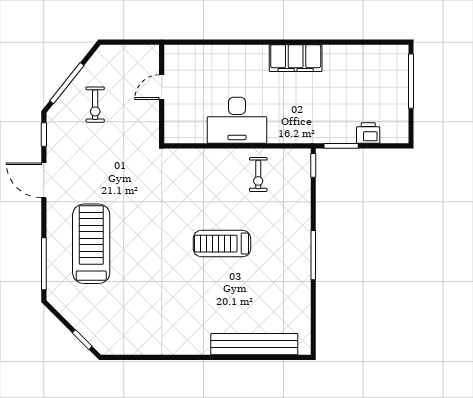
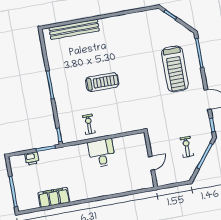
filing cabinet: (296, 58) -> (54, 197), moved
desk: (237, 120) -> (102, 153), width x0.73

